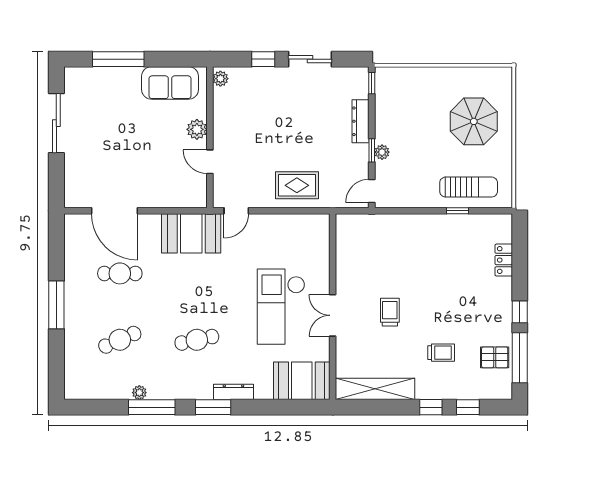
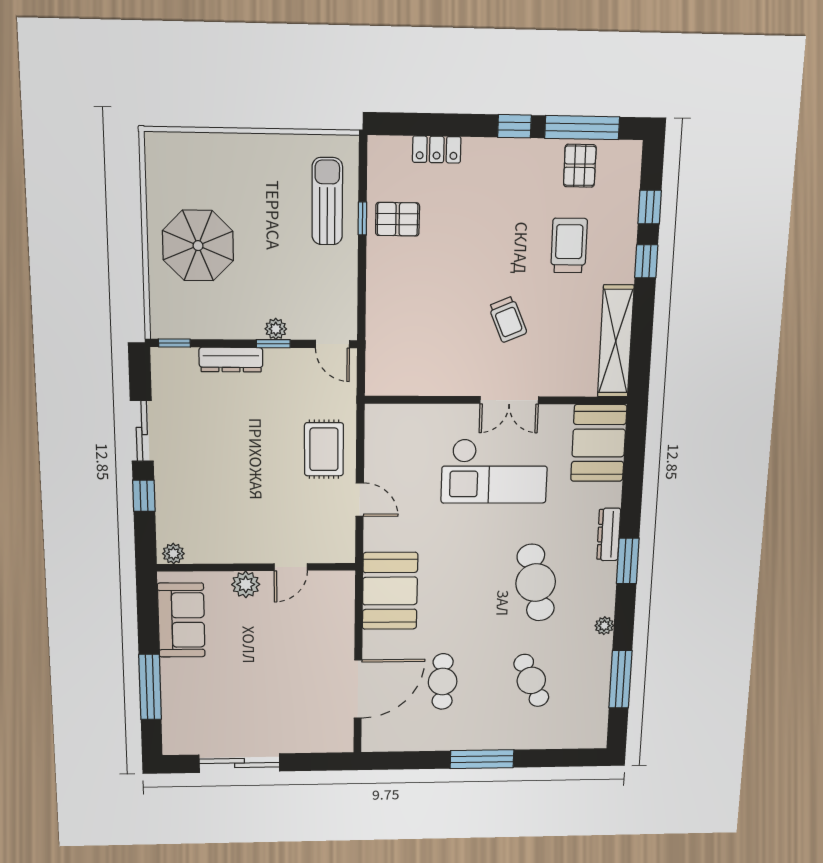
parasol: (474, 121) -> (198, 246), moved
door: (236, 211) -> (360, 500), moved
pallet: (457, 235) -> (398, 219), added
trolley: (390, 312) -> (508, 319), turned -113
cafe table: (197, 340) -> (536, 583), width x1.37, depth x1.35
trolley: (441, 353) -> (569, 245), width x1.36, depth x1.39
plant: (139, 393) -> (604, 626), moved
window: (152, 407) -> (620, 679), moved

